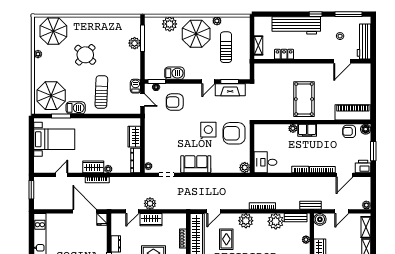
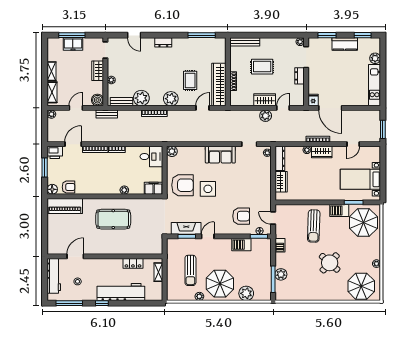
barbecue: (135, 86) -> (280, 245), moved
pool table: (304, 99) -> (113, 219), turned 90
filing cabinet: (307, 130) -> (154, 188), moved

